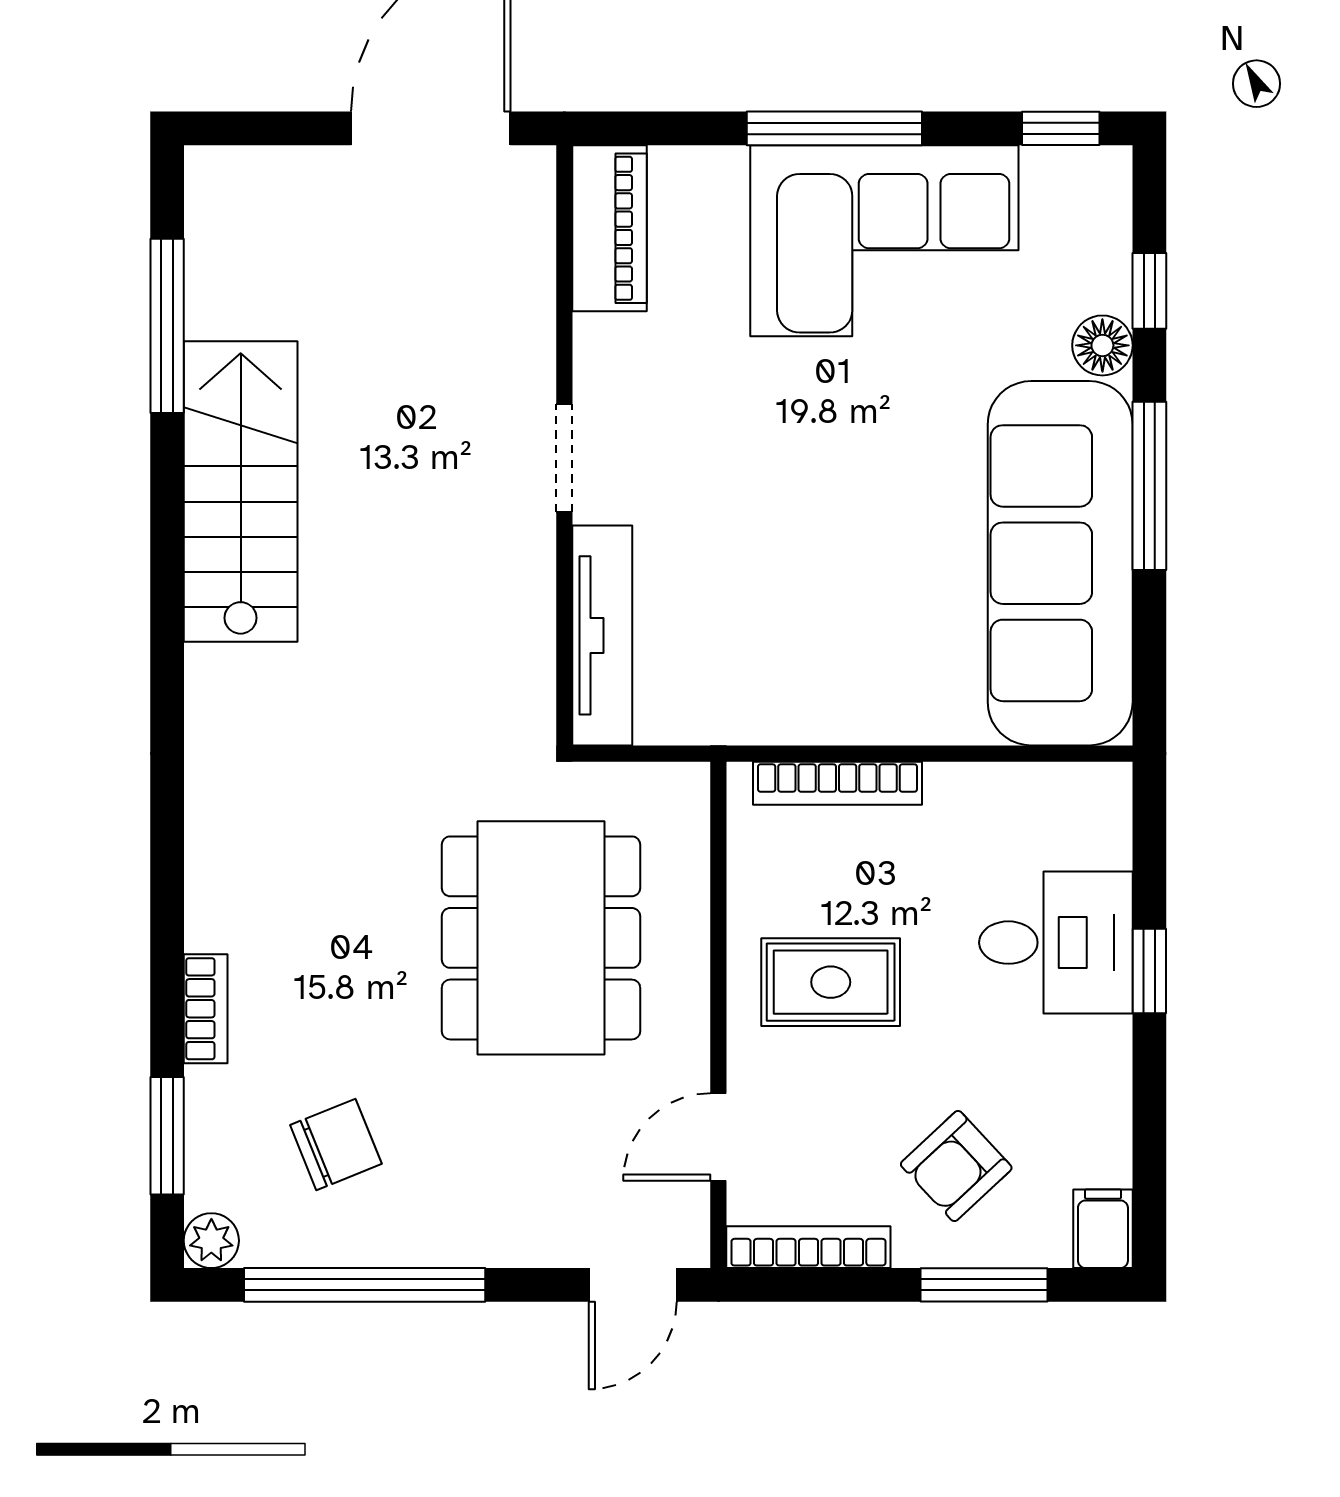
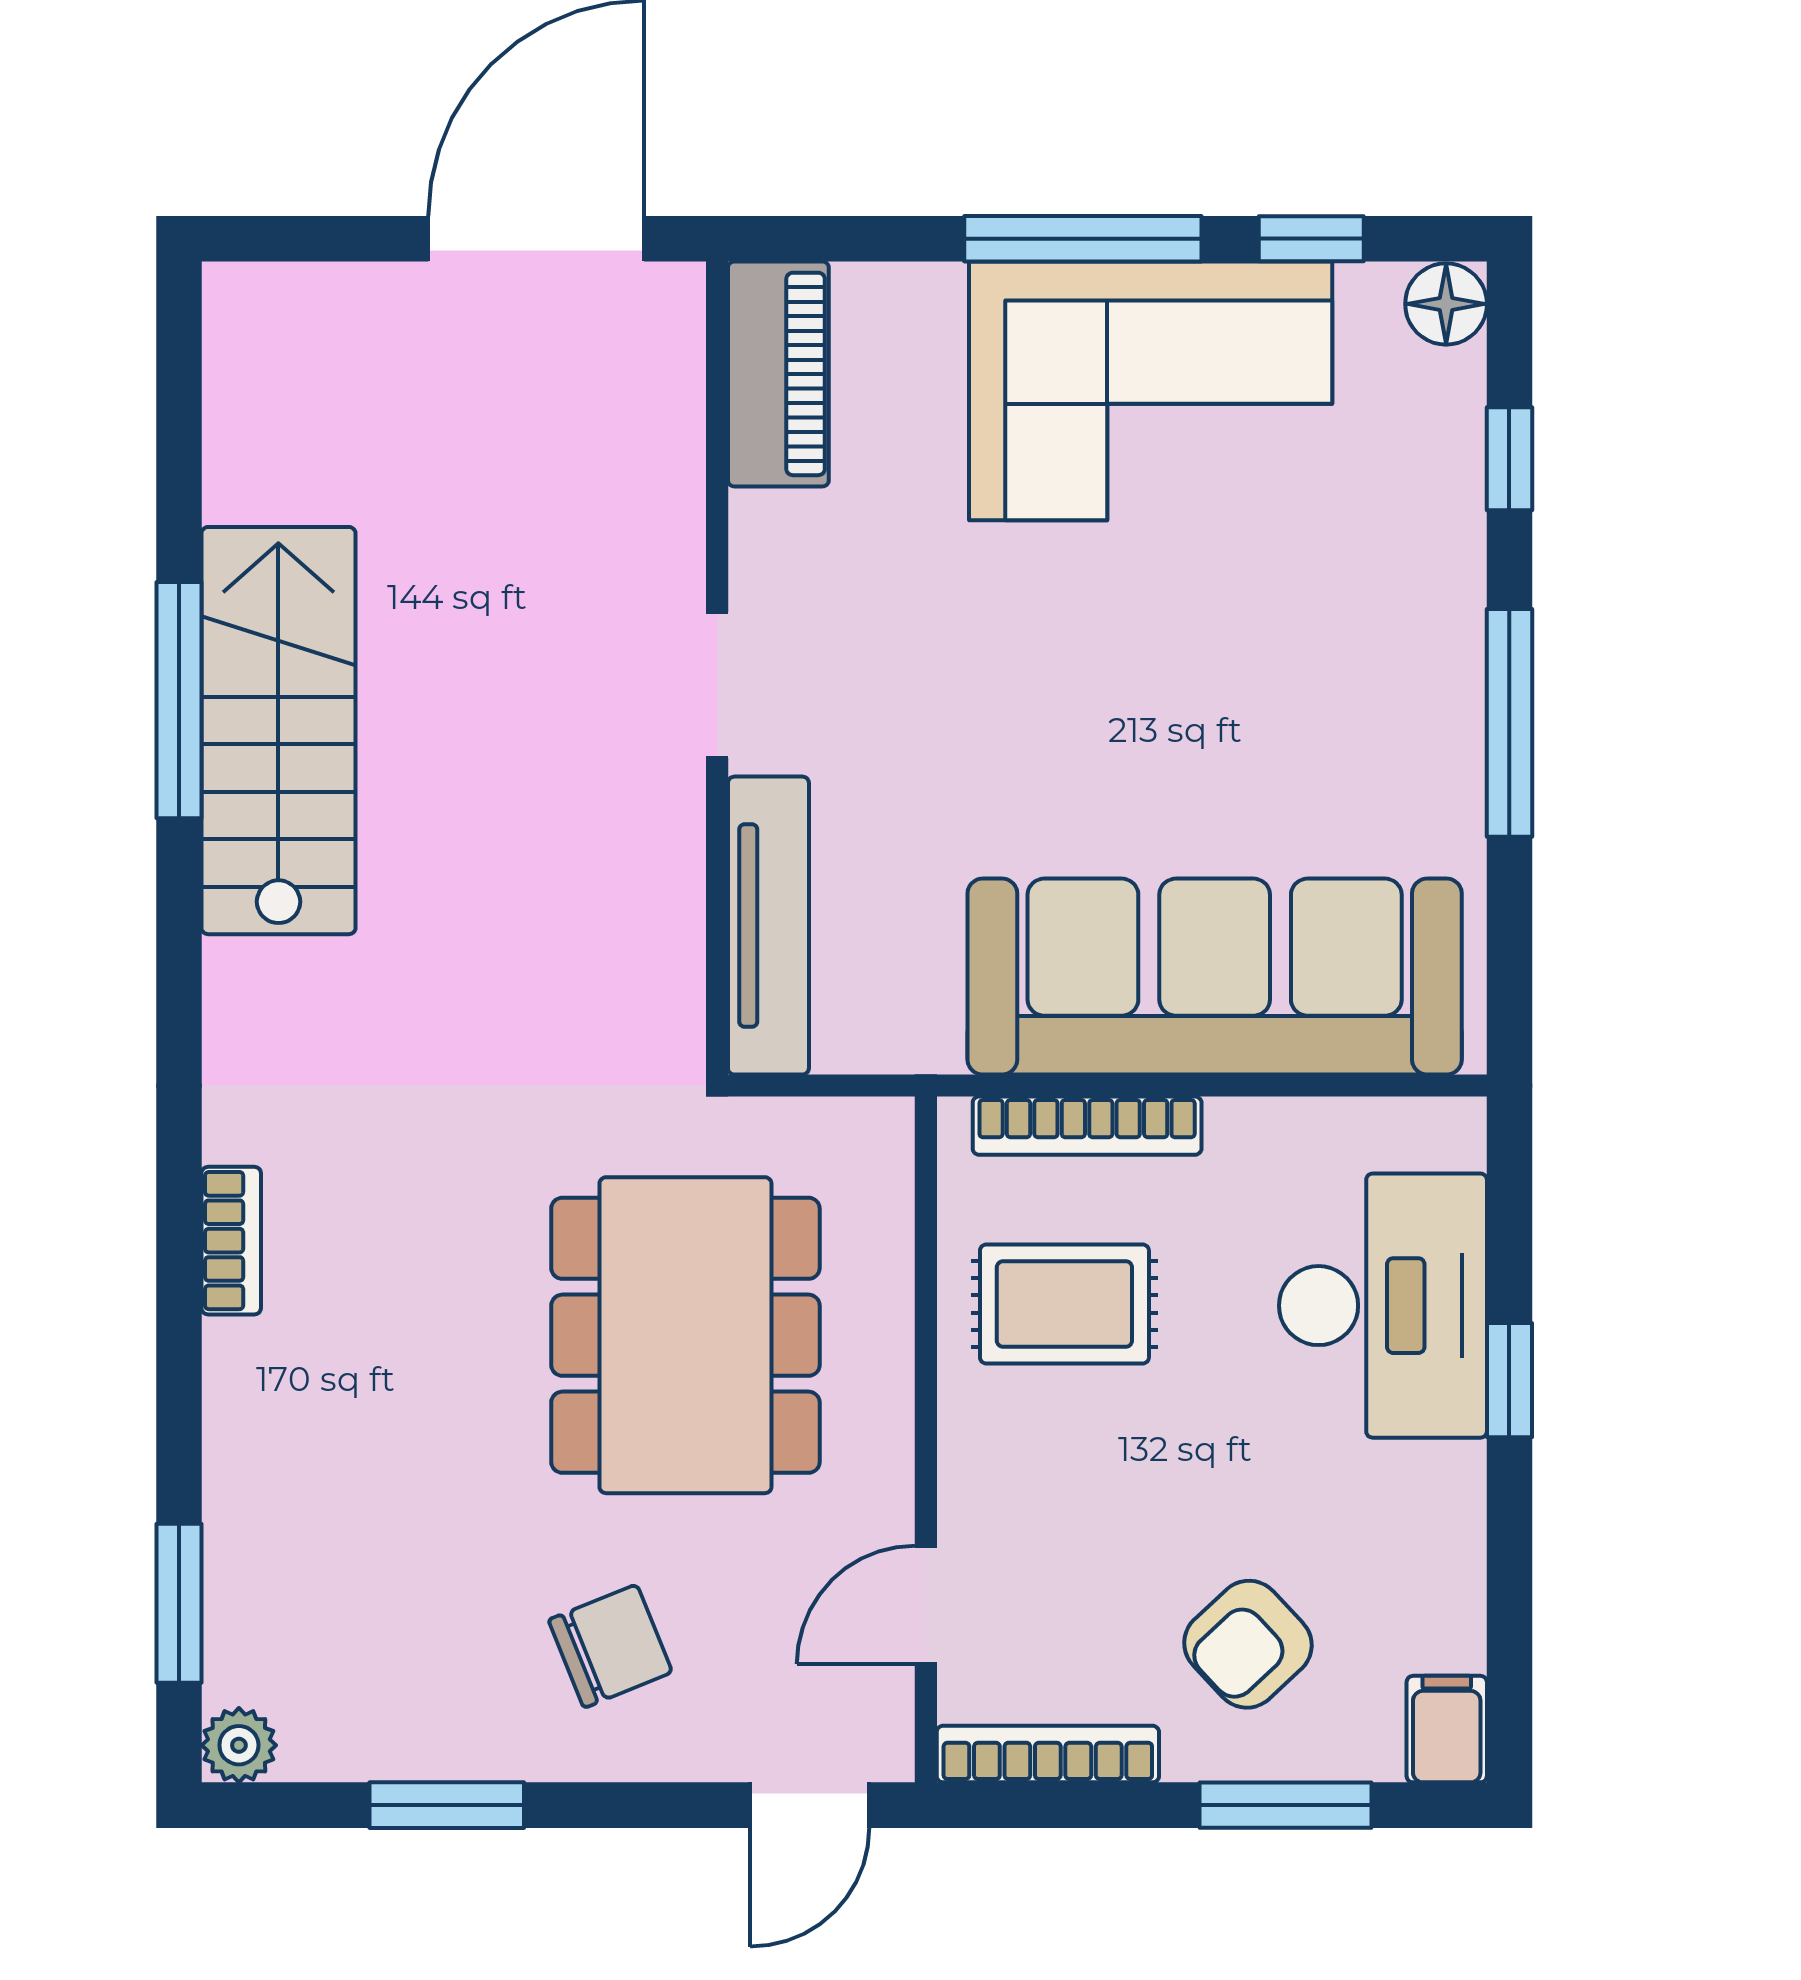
window: (1061, 128) -> (1311, 239), moved
window: (167, 326) -> (179, 700), moved
floor lamp: (1102, 345) -> (1446, 304), moved
sofa: (1060, 563) -> (1215, 977), moved, turned 90
desk: (1056, 943) -> (1383, 1306), width x1.37
rug: (831, 982) -> (1064, 1304), moved
bookcase: (206, 1009) -> (231, 1241), moved
chair: (336, 1144) -> (610, 1646), moved
window: (365, 1285) -> (447, 1805), width x0.47

